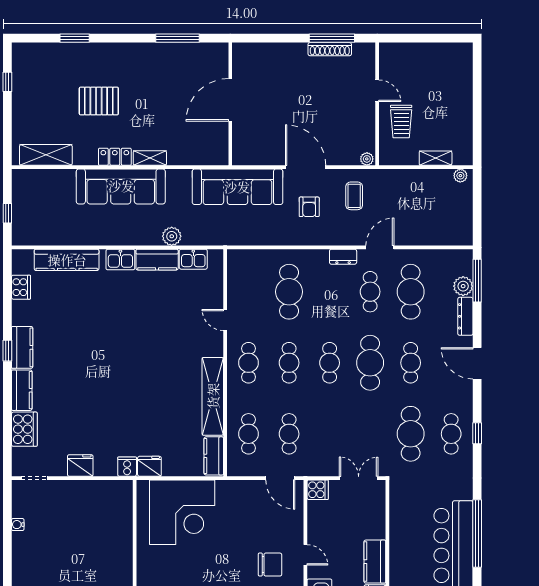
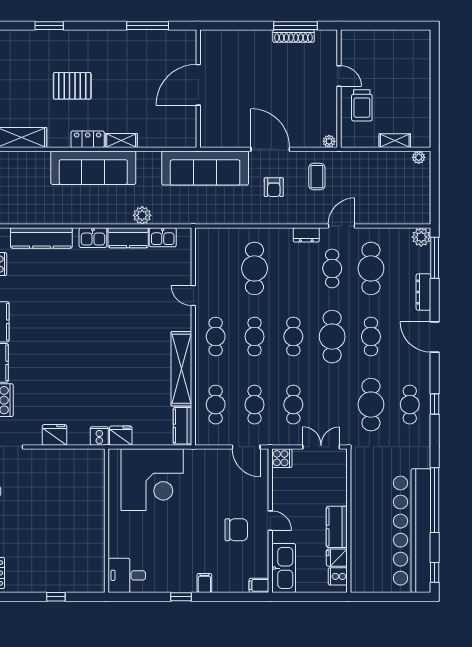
plant: (463, 286) -> (421, 237), moved
cafe table: (330, 434) -> (293, 405), added

